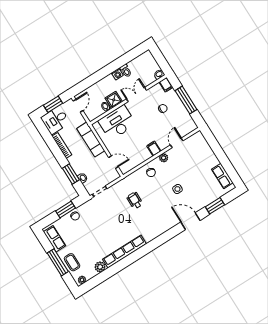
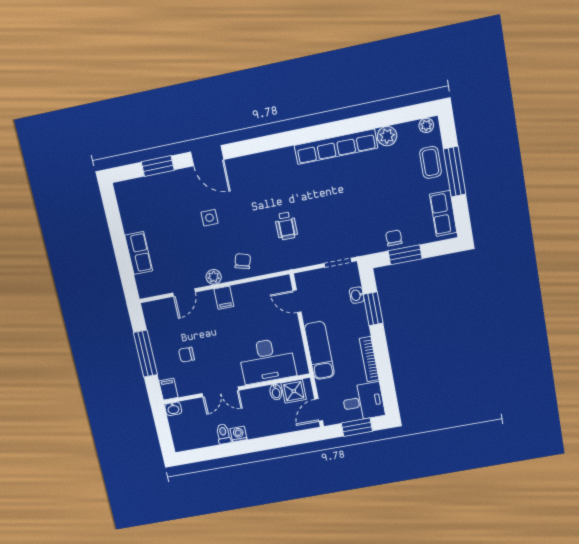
shower: (114, 100) -> (294, 391), moved
row of seats: (222, 176) -> (139, 253), moved

